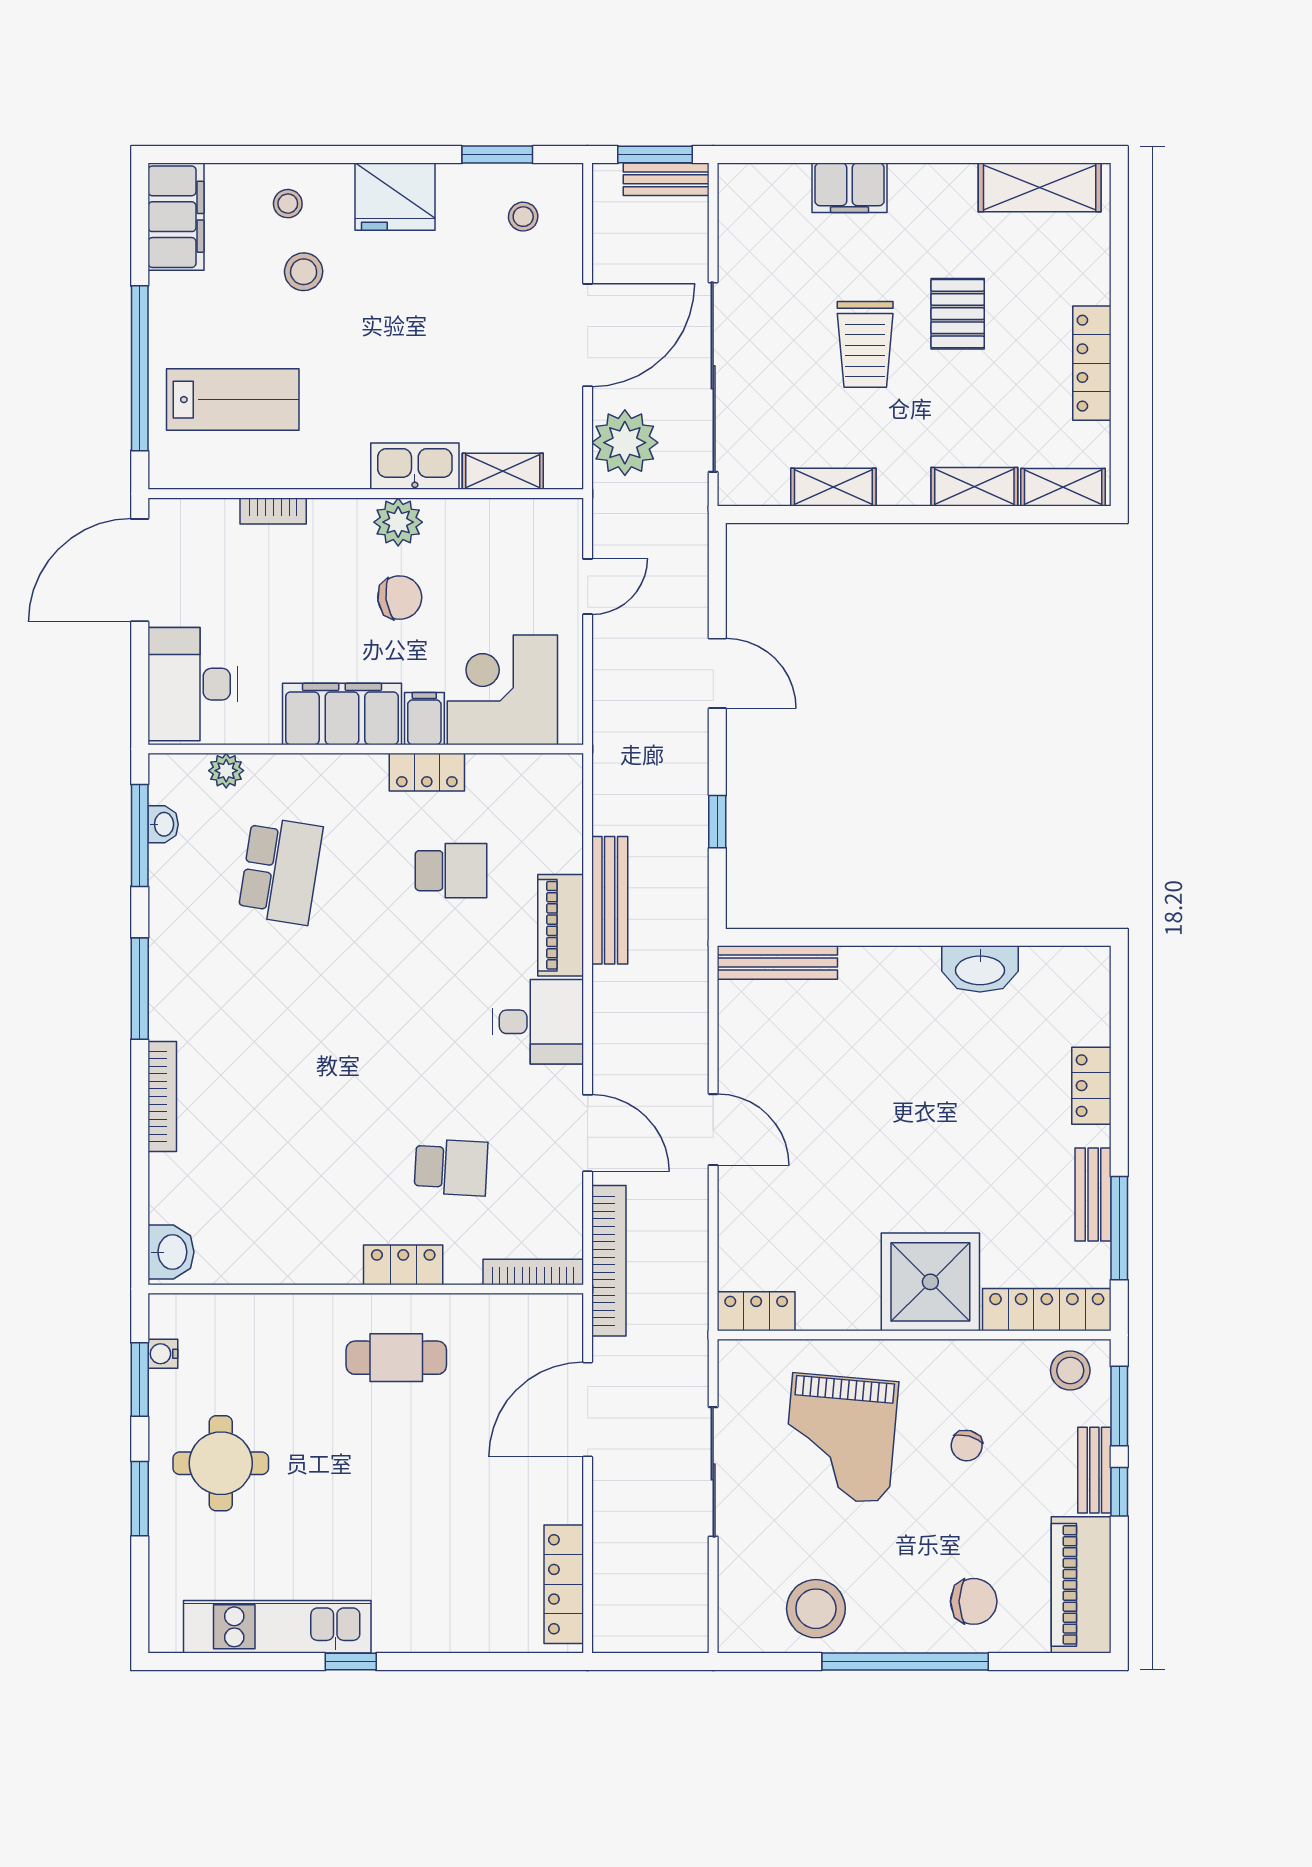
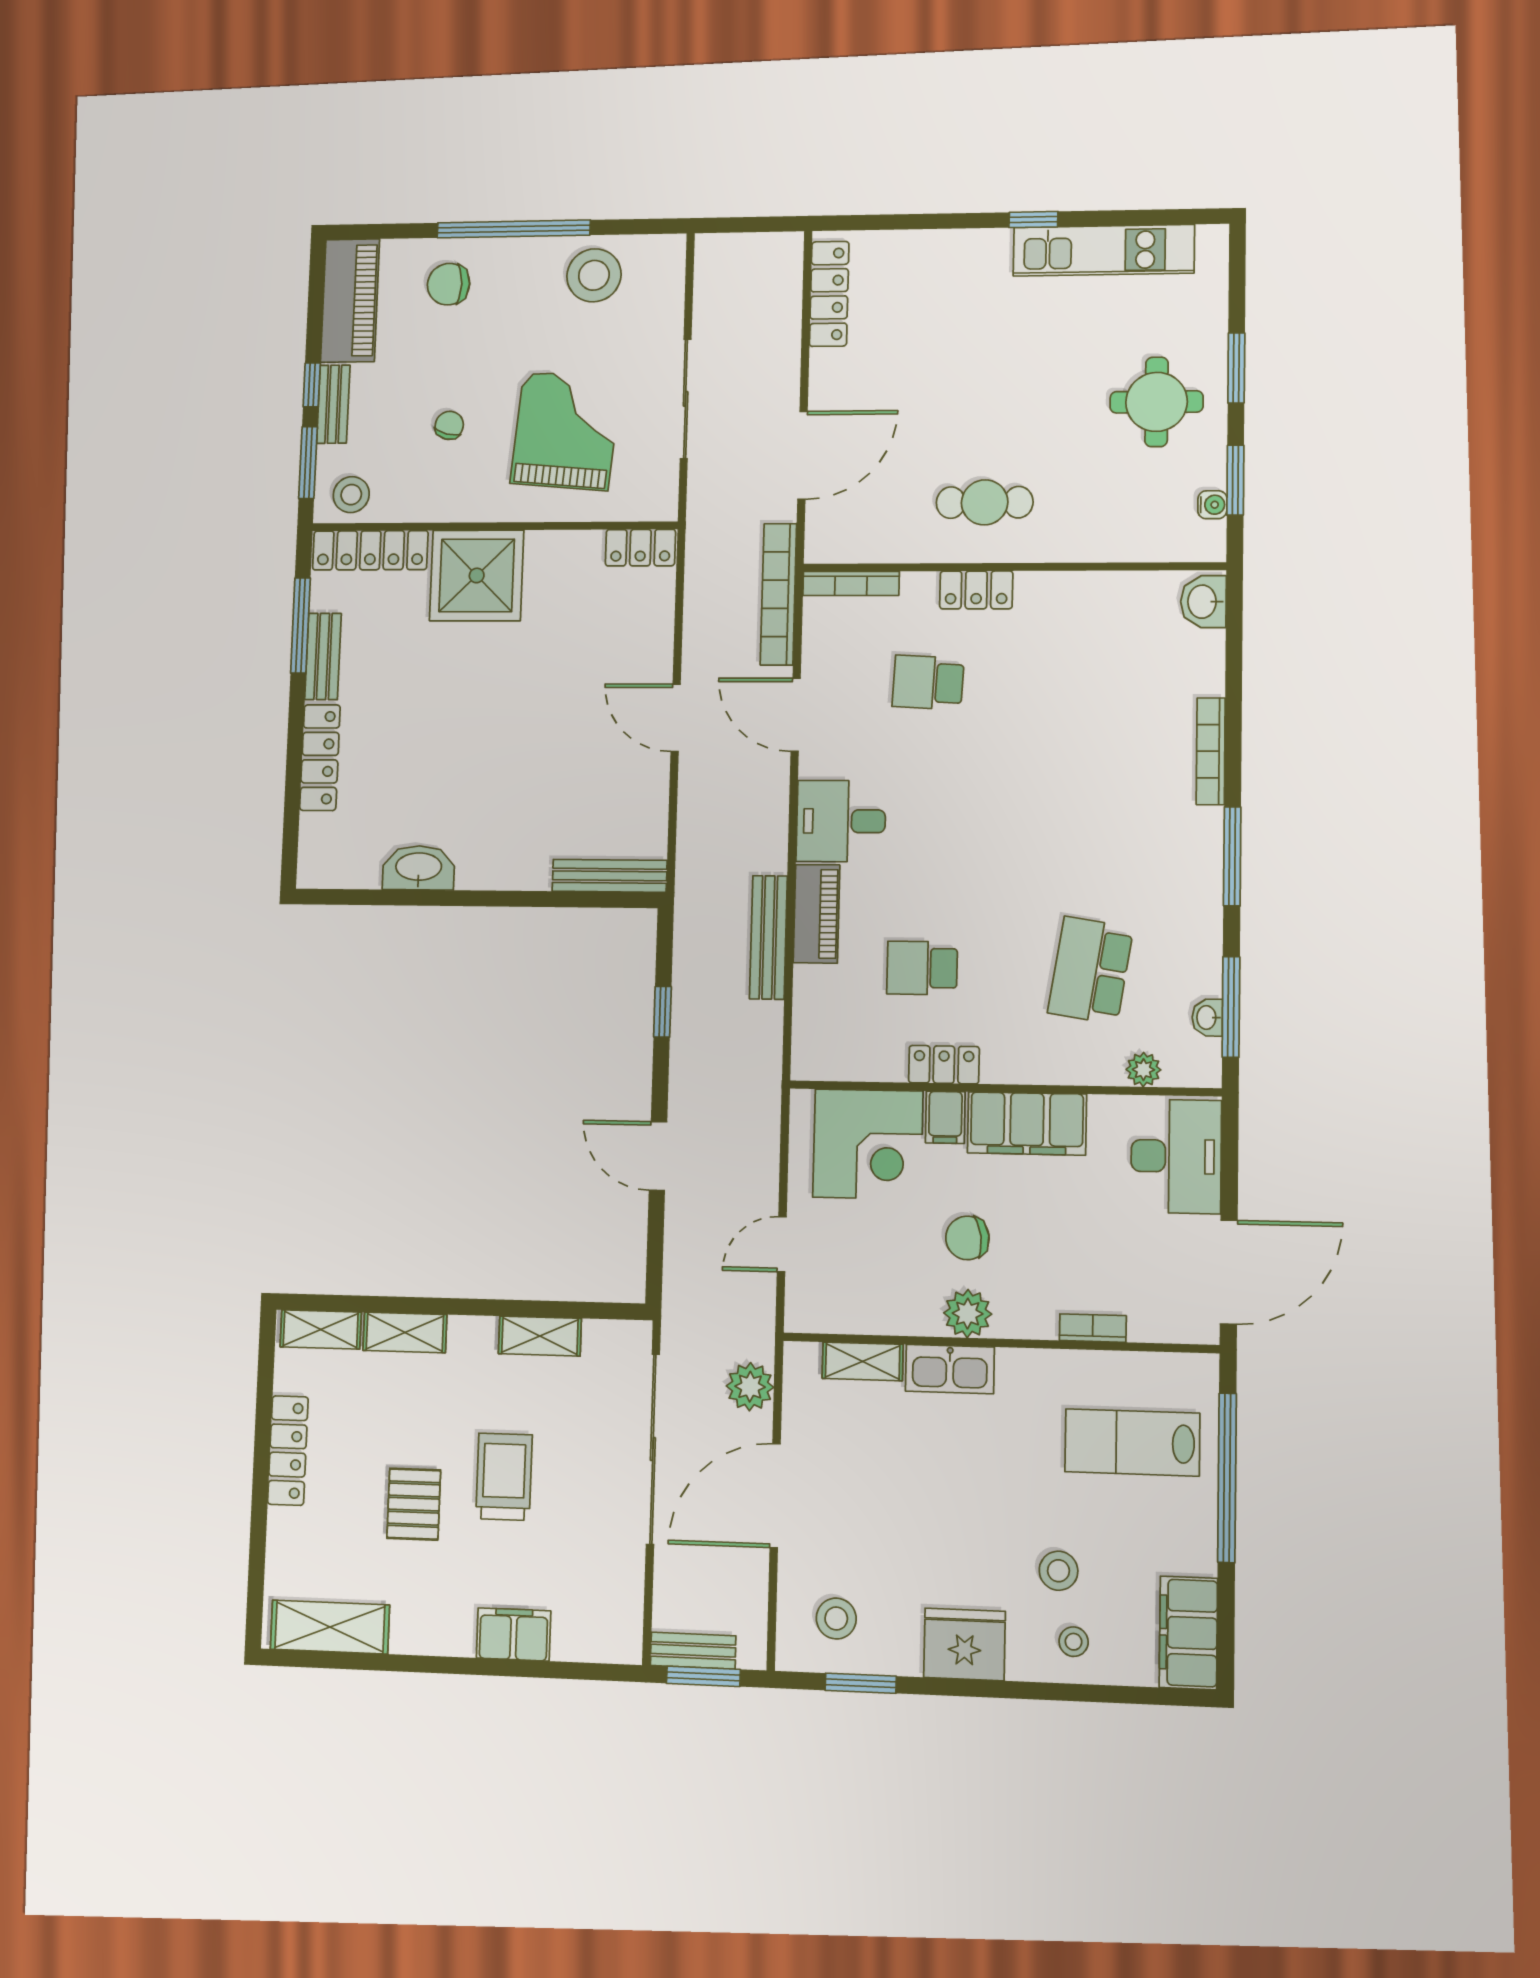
stool: (523, 217) -> (836, 1619), width x1.37, depth x1.37
plant: (625, 443) -> (750, 1387), width x0.73, depth x0.73
locker: (1091, 1086) -> (320, 758), width x1.53

